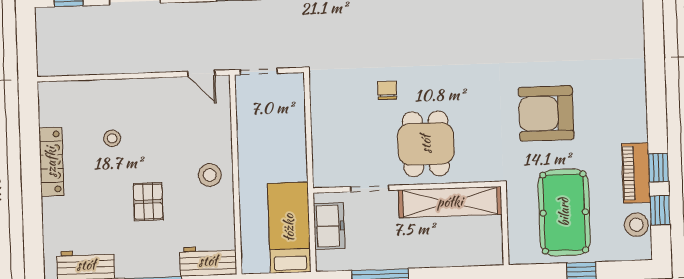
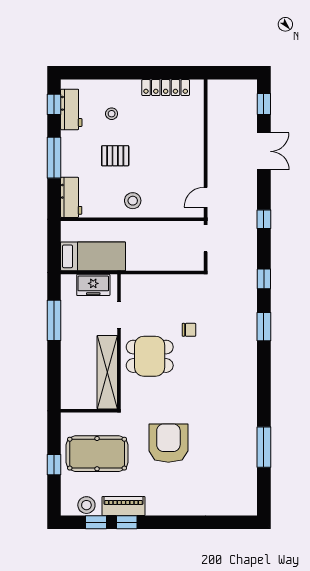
stool: (112, 138) -> (112, 114), moved
locker: (51, 162) -> (166, 88), moved

